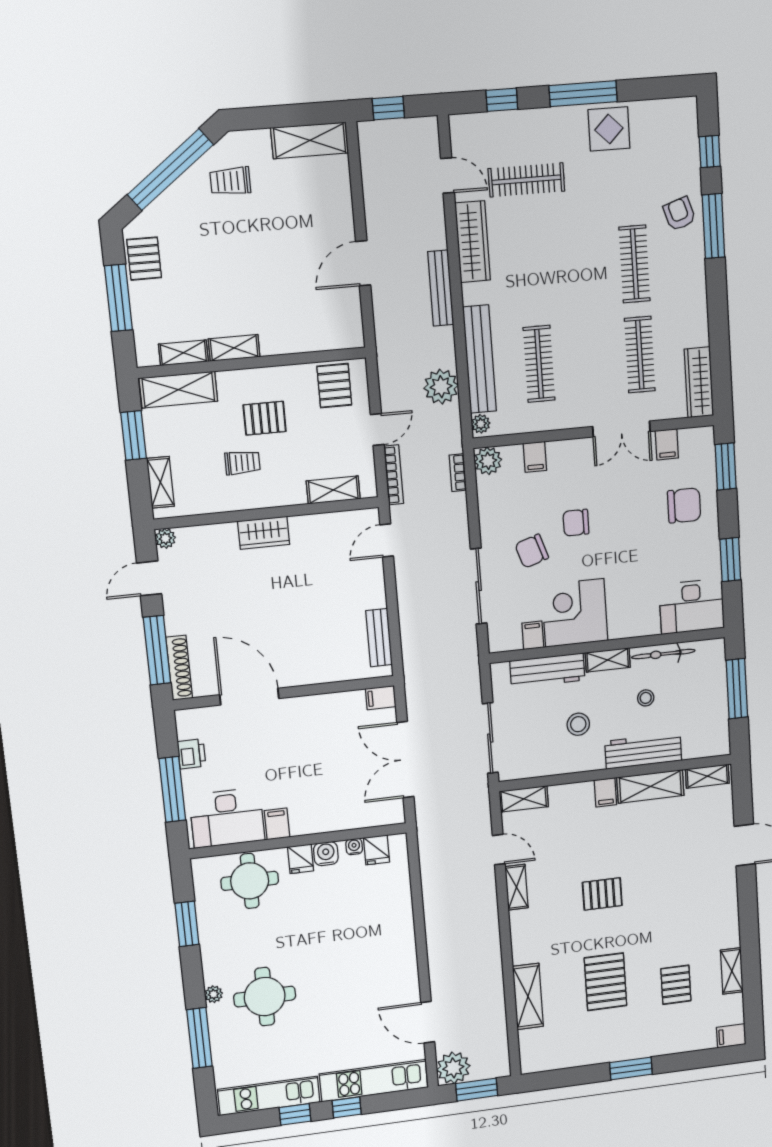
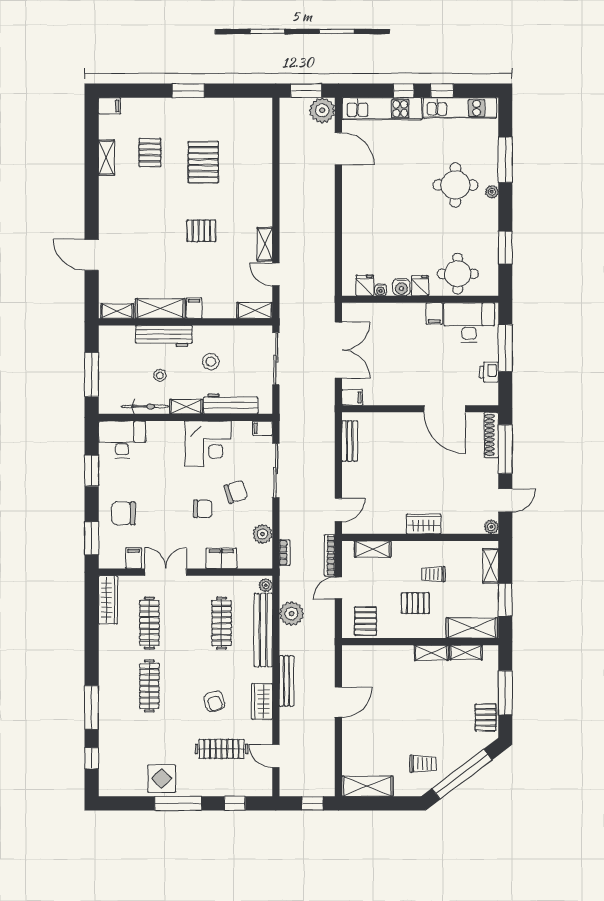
armchair: (679, 214) -> (214, 701), moved
wardrobe: (473, 242) -> (262, 702), width x0.67
filing cabinet: (535, 457) -> (221, 558), width x2.00
plant: (488, 461) -> (263, 534), moved
filing cabinet: (533, 635) -> (263, 428), moved, turned 90
shelving: (528, 996) -> (262, 159), removed

